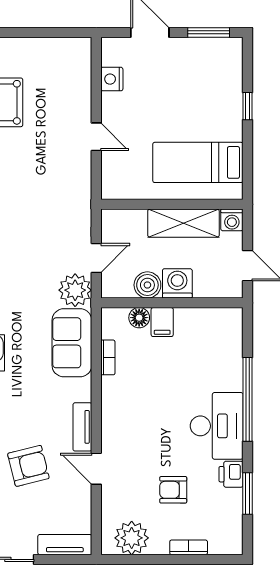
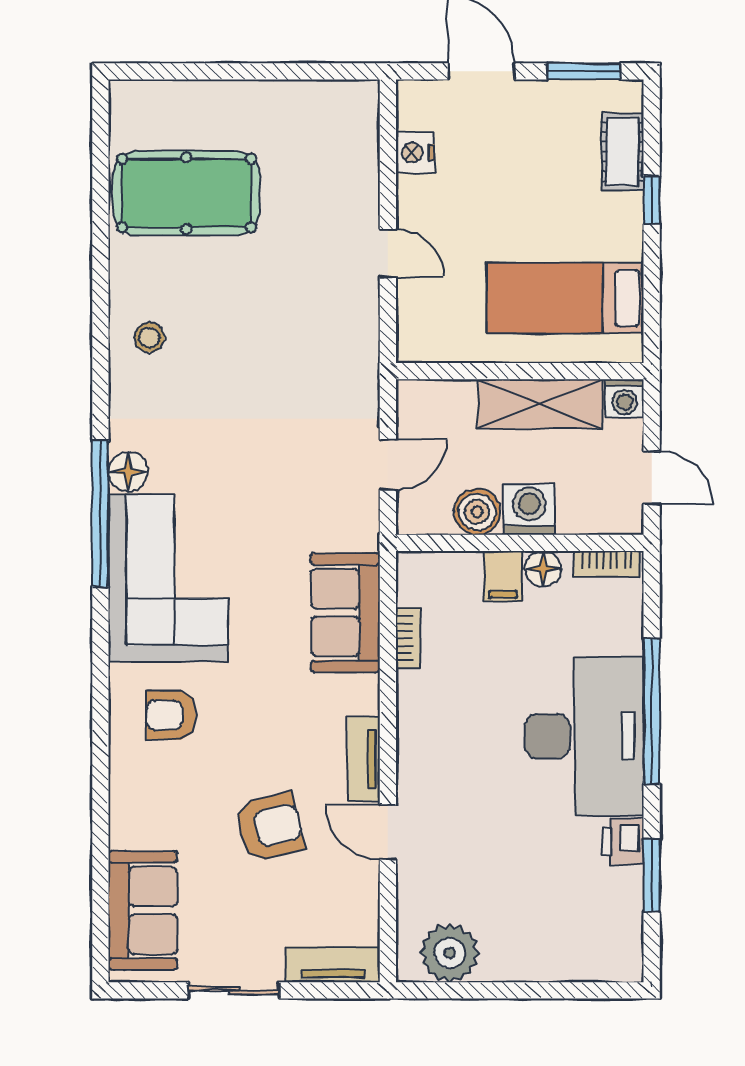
cot: (231, 79) -> (623, 152), added
plant: (75, 290) -> (351, 521), removed
floor lamp: (139, 318) -> (543, 569), moved
desk: (217, 426) -> (584, 736), width x1.36, depth x1.30
armchair: (173, 490) -> (522, 869), removed
bookcase: (189, 547) -> (607, 564), moved, turned 180

